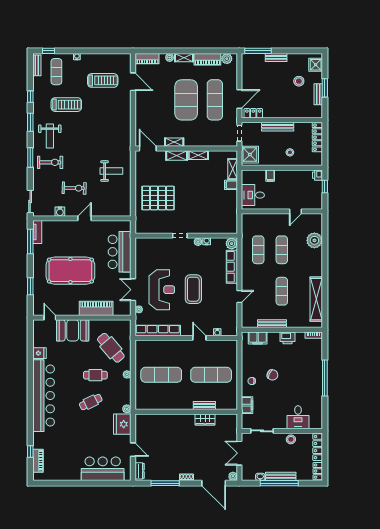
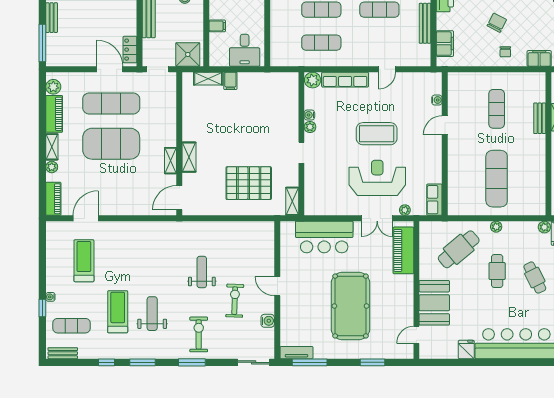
window: (49, 51) -> (42, 308), moved
weight bench: (50, 136) -> (152, 314), moved, turned -90
shelving: (198, 155) -> (292, 201), moved
weight bench: (111, 171) -> (202, 272), moved
pallet: (158, 198) -> (249, 183), turned 90
door: (239, 297) -> (387, 69), swing flipped
piano: (96, 308) -> (403, 250), moved
row of seats: (158, 330) -> (434, 200), width x0.50
exercise mat: (211, 375) -> (497, 109), width x0.73, depth x0.69

